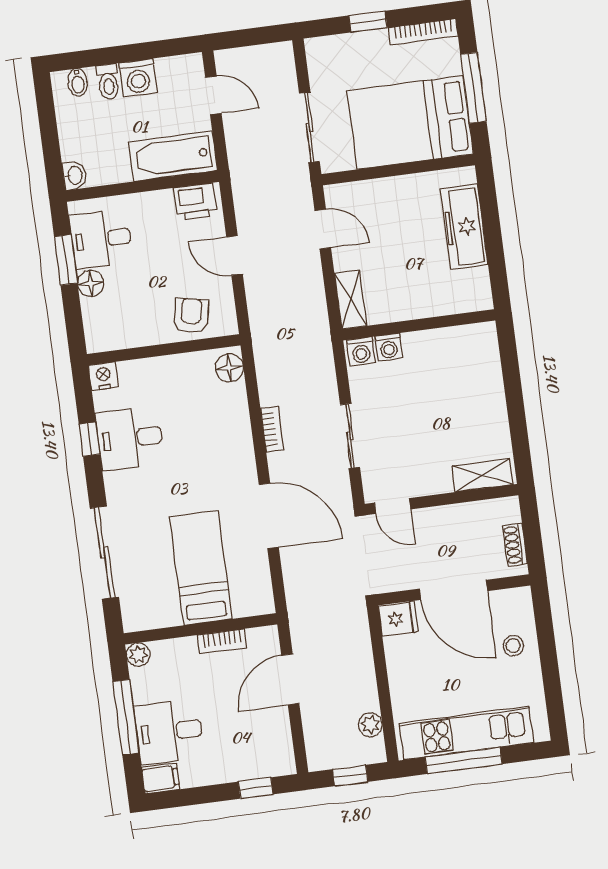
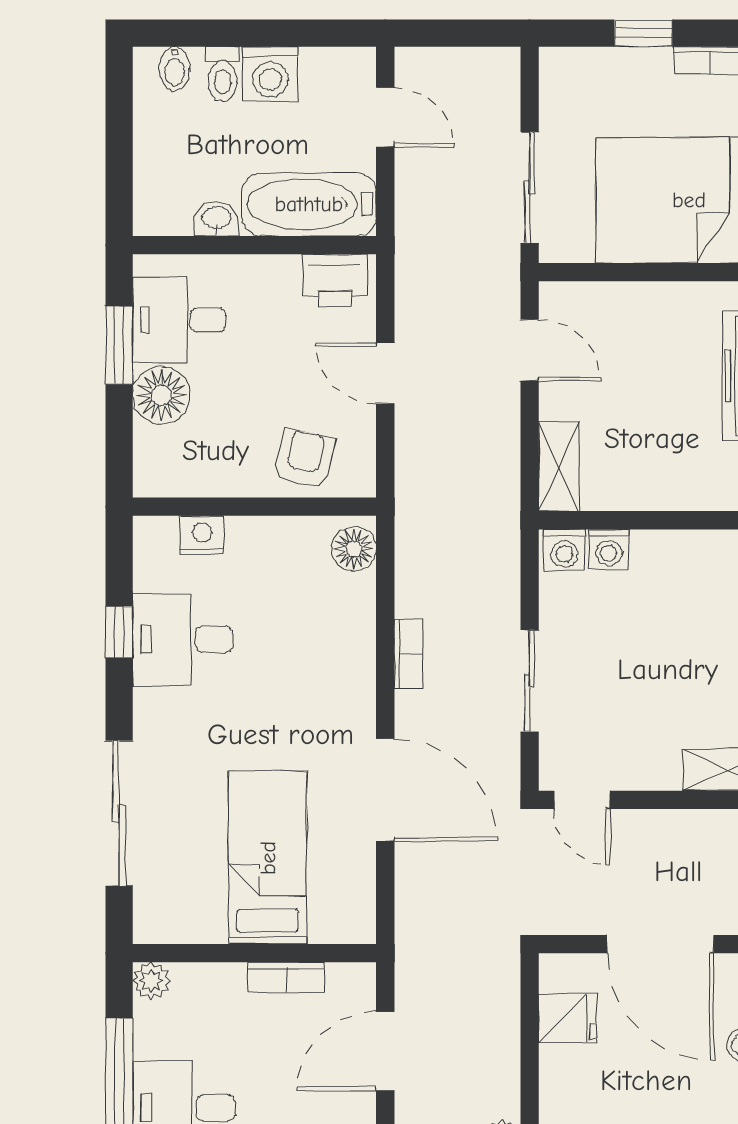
washbasin: (75, 175) -> (216, 218), moved, turned -90
floor lamp: (91, 283) -> (161, 395), width x1.38, depth x1.38
nightstand: (103, 376) -> (202, 536), moved
fridge: (398, 619) -> (568, 1018), moved

